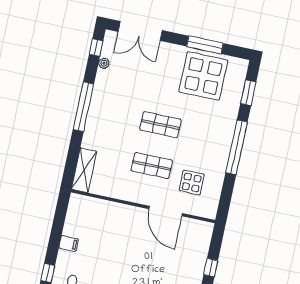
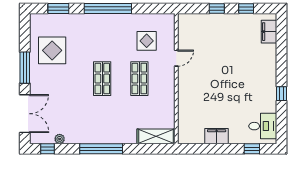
window: (205, 45) -> (25, 68), moved
display table: (203, 76) -> (52, 50), width x0.73, depth x0.73
door: (166, 211) -> (176, 58), width x0.53
filing cabinet: (69, 243) -> (217, 136), width x2.00

